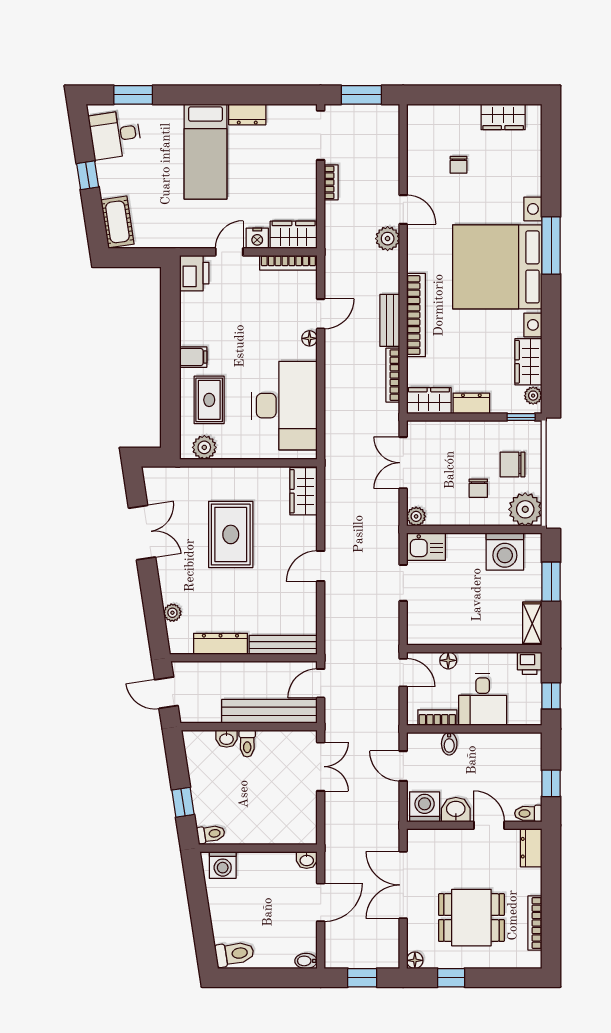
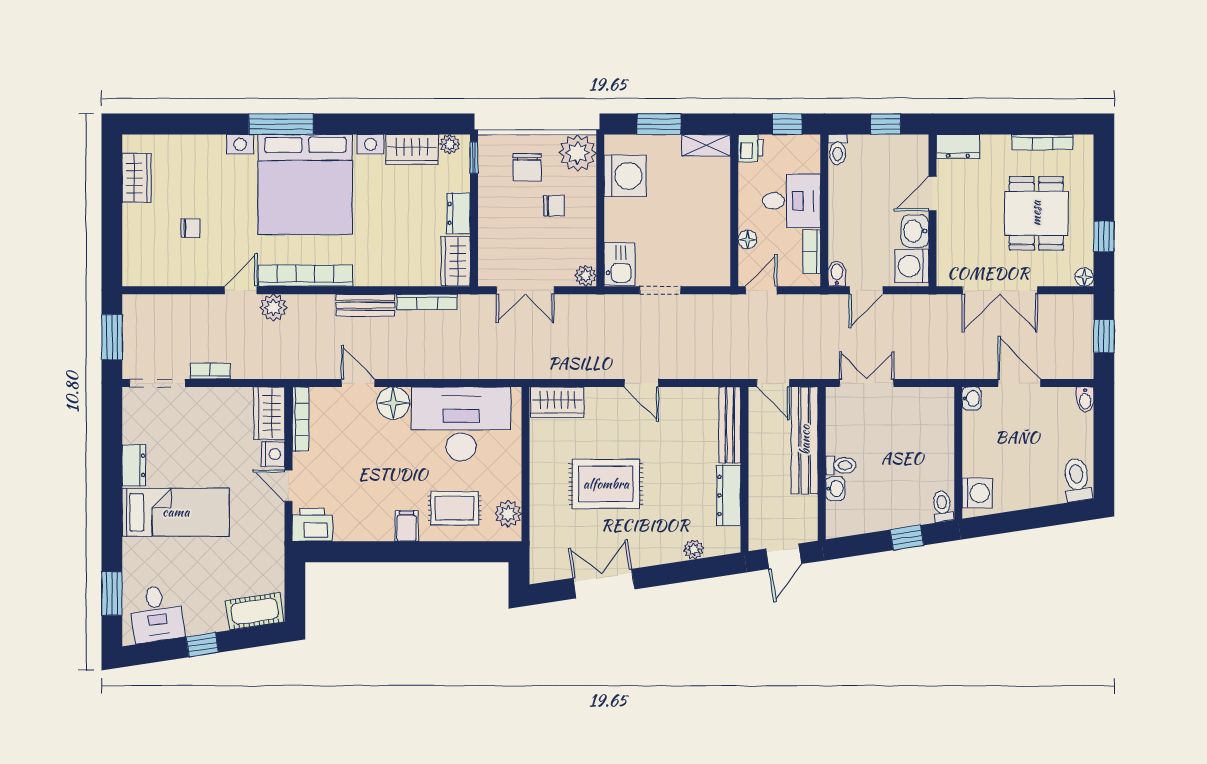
bookcase: (416, 315) -> (306, 276), moved
floor lamp: (309, 338) -> (393, 403), width x1.89, depth x1.89
bidet: (449, 744) -> (837, 274), moved, turned -90
toilet: (528, 813) -> (838, 150), moved

